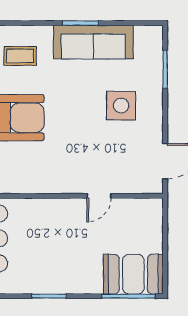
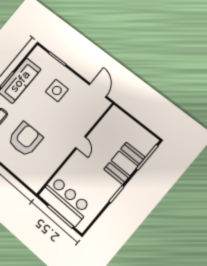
door: (99, 196) -> (81, 142), moved
booth: (133, 274) -> (125, 163), moved

